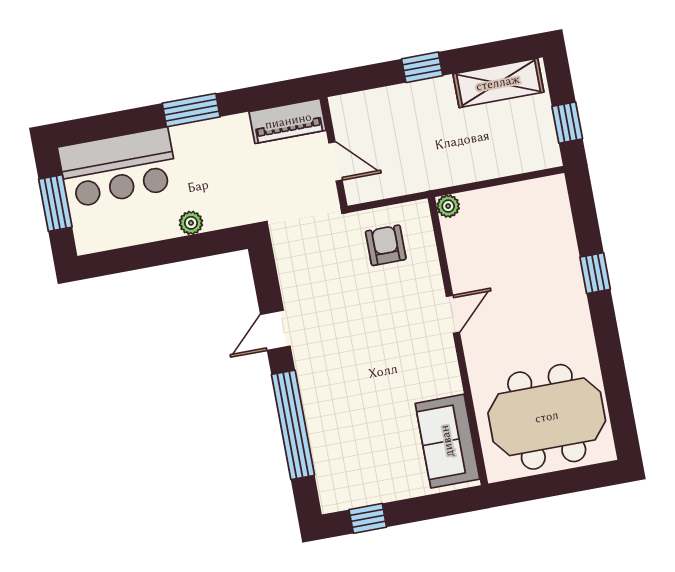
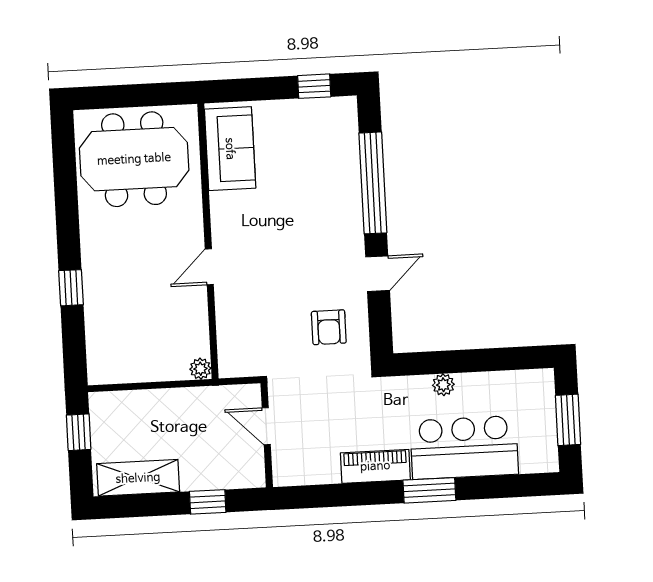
piano: (288, 121) -> (375, 466), moved
wall: (334, 152) -> (267, 435), moved
door: (336, 161) -> (266, 426), moved
bar counter: (118, 168) -> (464, 448), moved
armchair: (386, 245) -> (329, 327), moved

